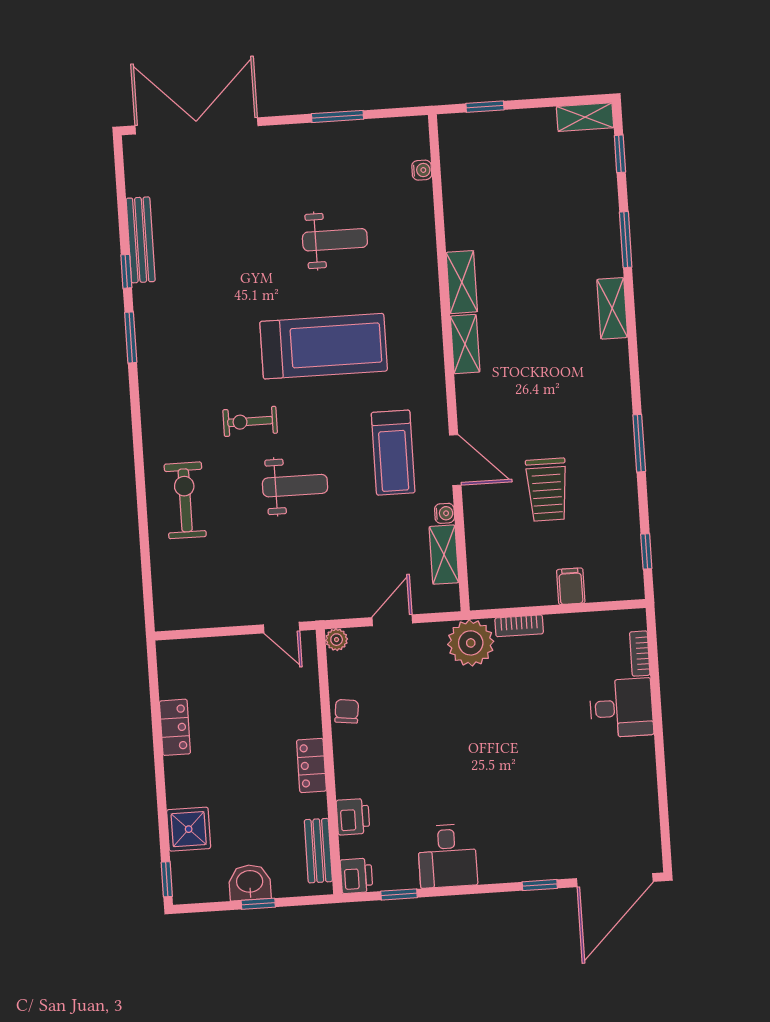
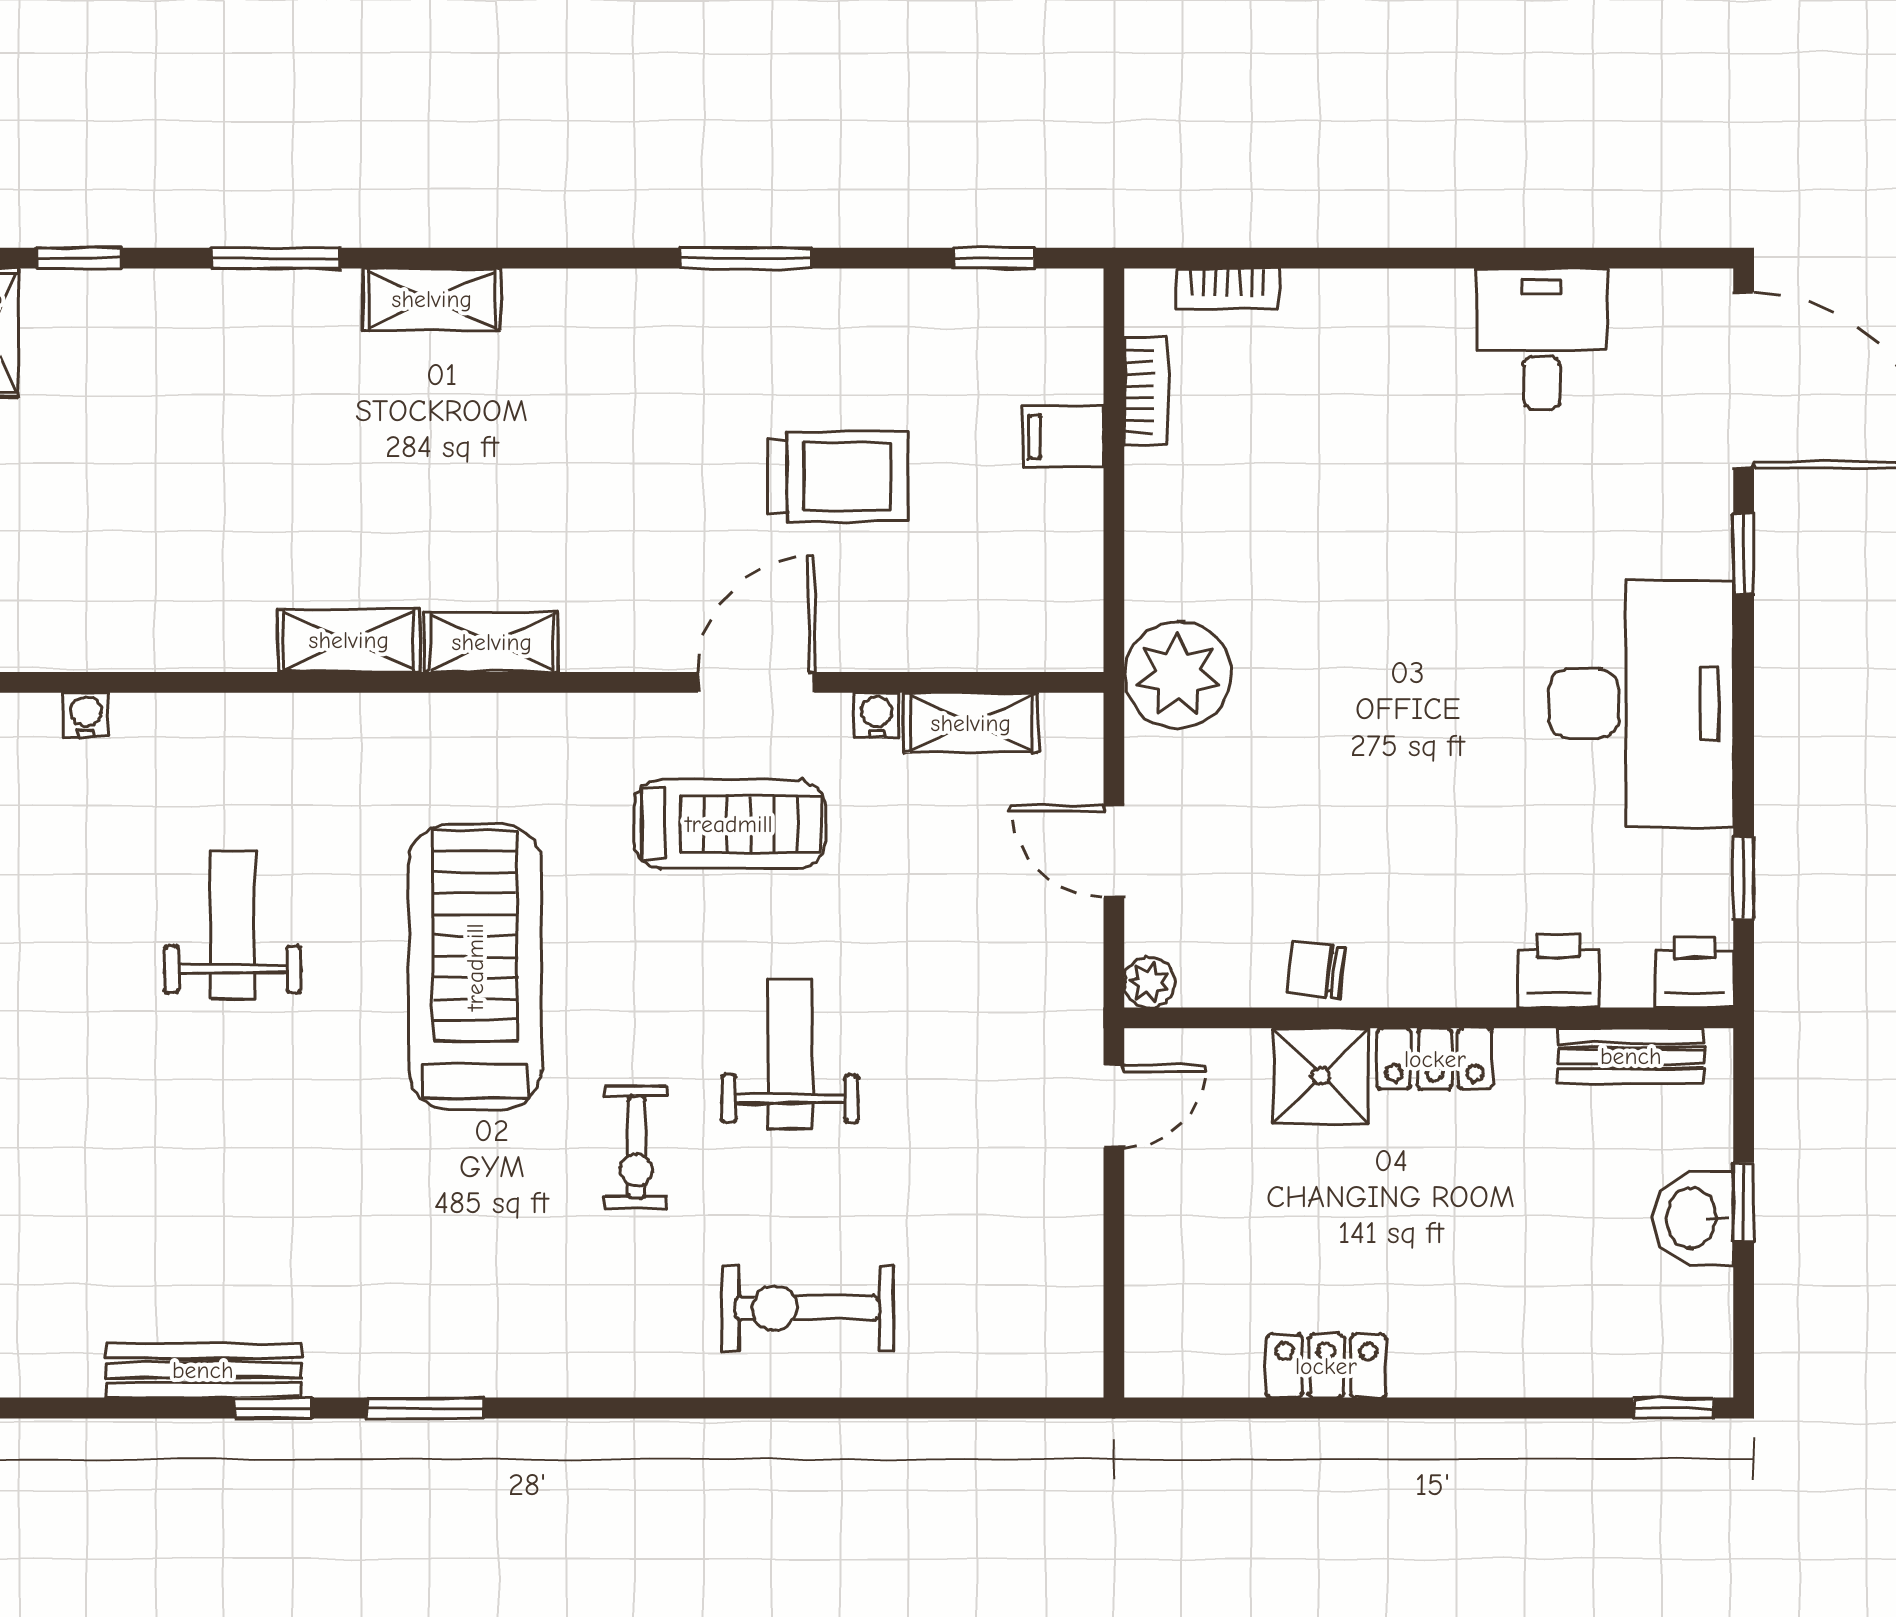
bookcase: (519, 626) -> (1146, 392), moved
desk: (621, 708) -> (1542, 339), moved
shower: (189, 829) -> (1321, 1076), moved
desk: (447, 856) -> (1641, 704), width x1.87, depth x1.30

